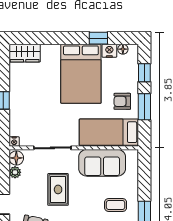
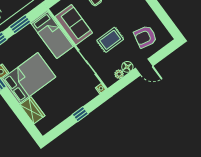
wardrobe: (25, 53) -> (32, 110), moved
armchair: (122, 101) -> (27, 40), removed
floor lamp: (16, 158) -> (127, 67), moved

